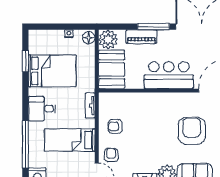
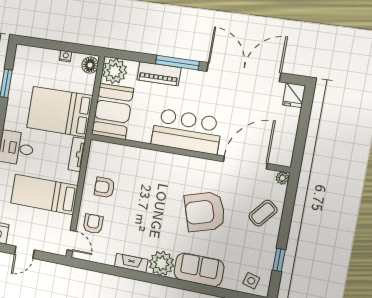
bed: (52, 71) -> (60, 112), moved, turned 180
armchair: (192, 131) -> (205, 212), turned -107

